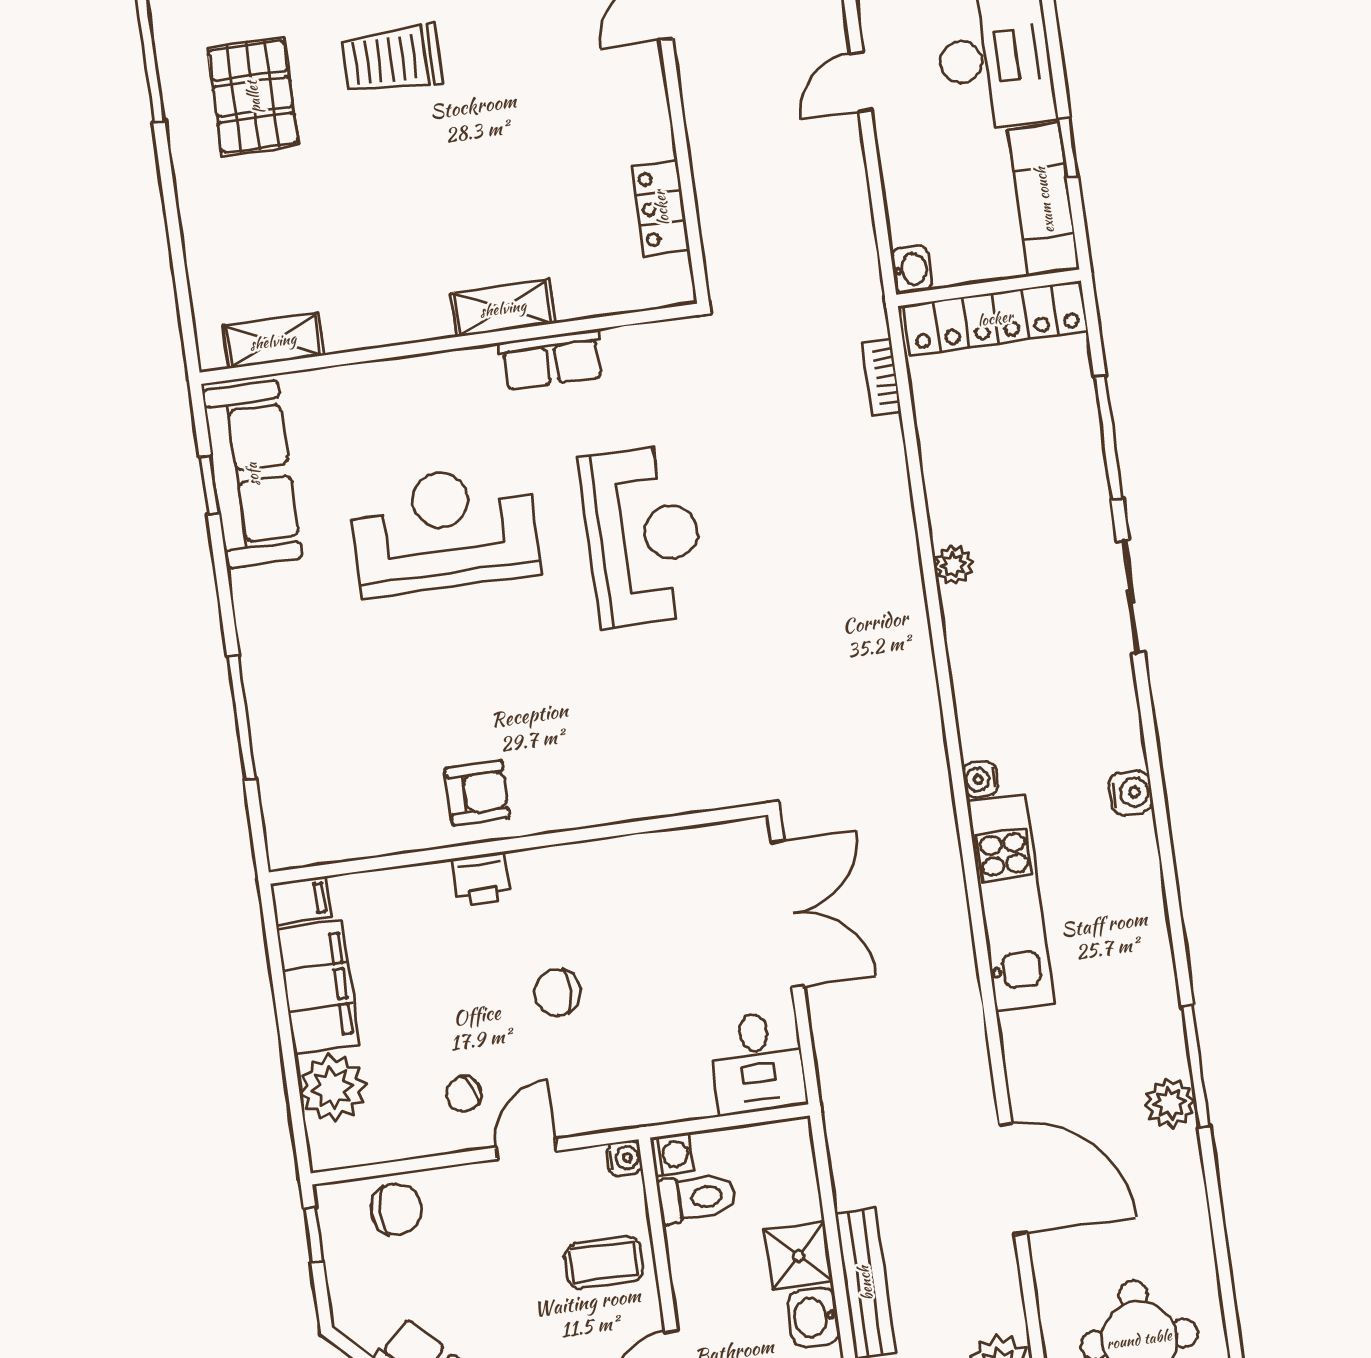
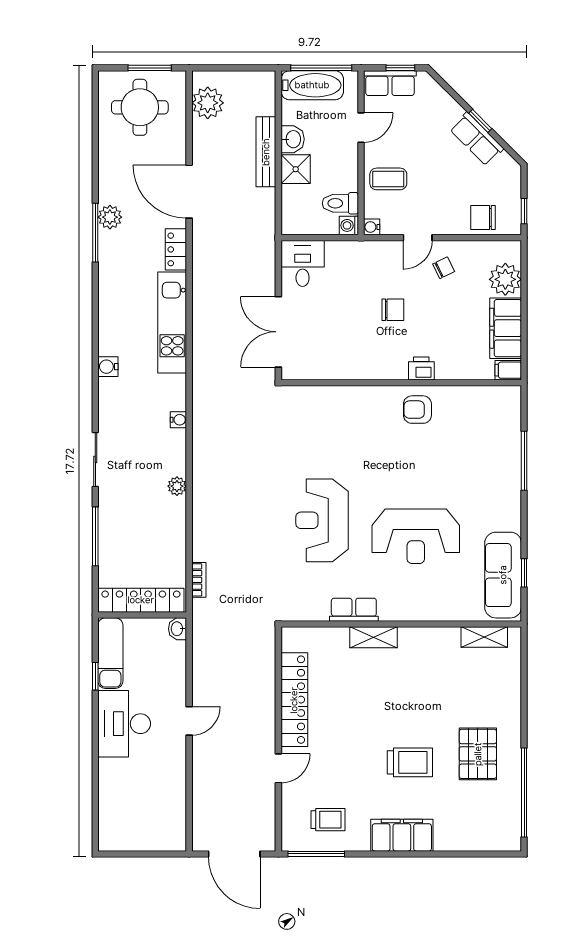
locker: (661, 208) -> (294, 700), width x2.16, depth x1.21
water cooler: (980, 779) -> (178, 420), moved
locker: (1024, 1055) -> (176, 249), added

